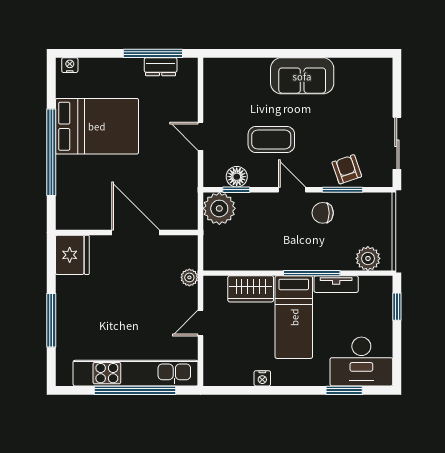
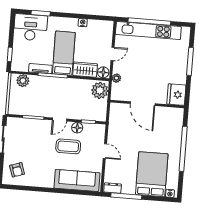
dresser: (161, 67) -> (113, 188), moved
sofa: (302, 76) -> (77, 180), moved, width x1.36
bed: (97, 126) -> (152, 174), moved, turned 90
armchair: (347, 169) -> (17, 170), moved
floor lamp: (237, 177) -> (77, 128), moved
door: (292, 190) -> (59, 119), hinge flipped
plant: (219, 208) -> (100, 90), moved
chair: (323, 213) -> (45, 106), removed
floor lamp: (216, 286) -> (103, 72), added

